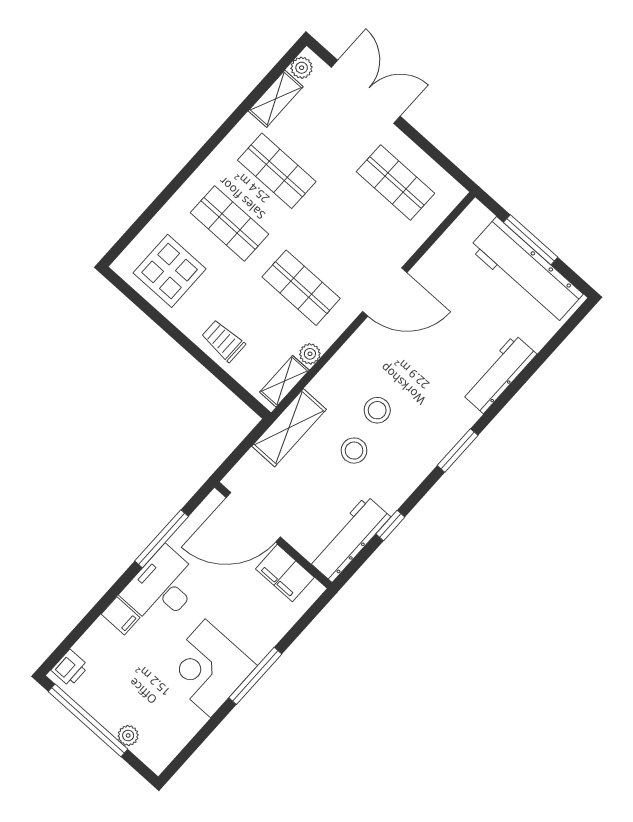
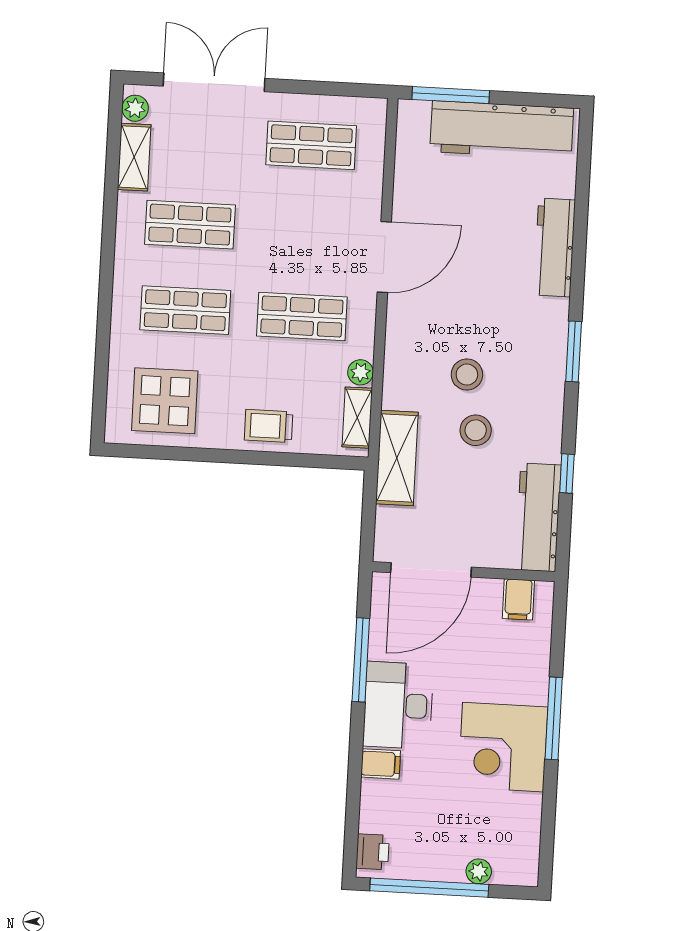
window: (531, 240) -> (451, 95), moved
filing cabinet: (285, 573) -> (518, 599), width x0.50

